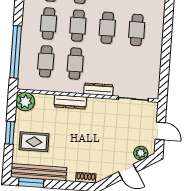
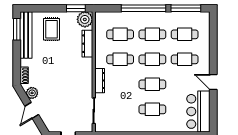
window: (16, 52) -> (143, 8), moved
dresser: (70, 102) -> (87, 44), moved
window: (10, 133) -> (76, 8), moved
plant: (141, 153) -> (32, 93), moved

